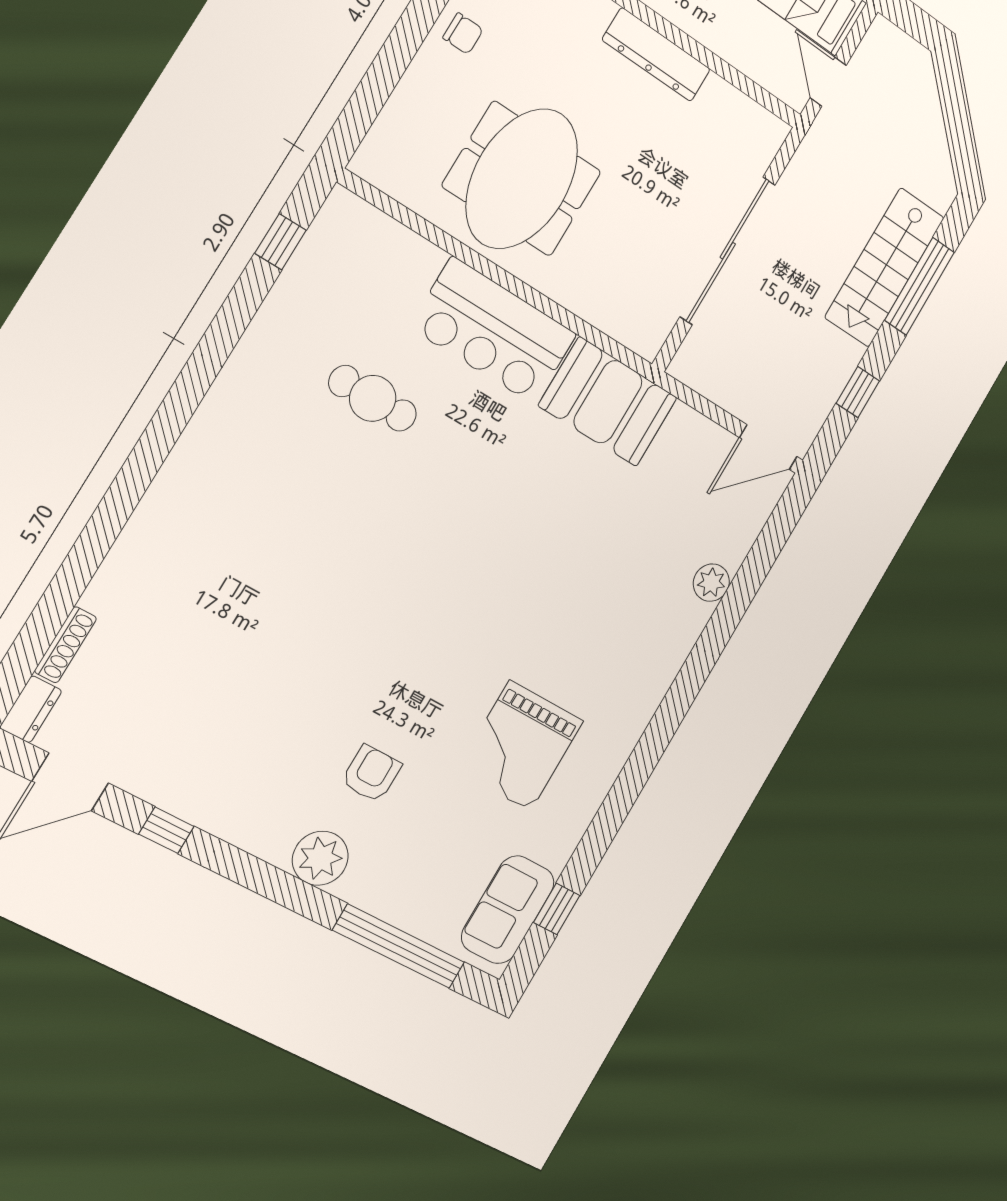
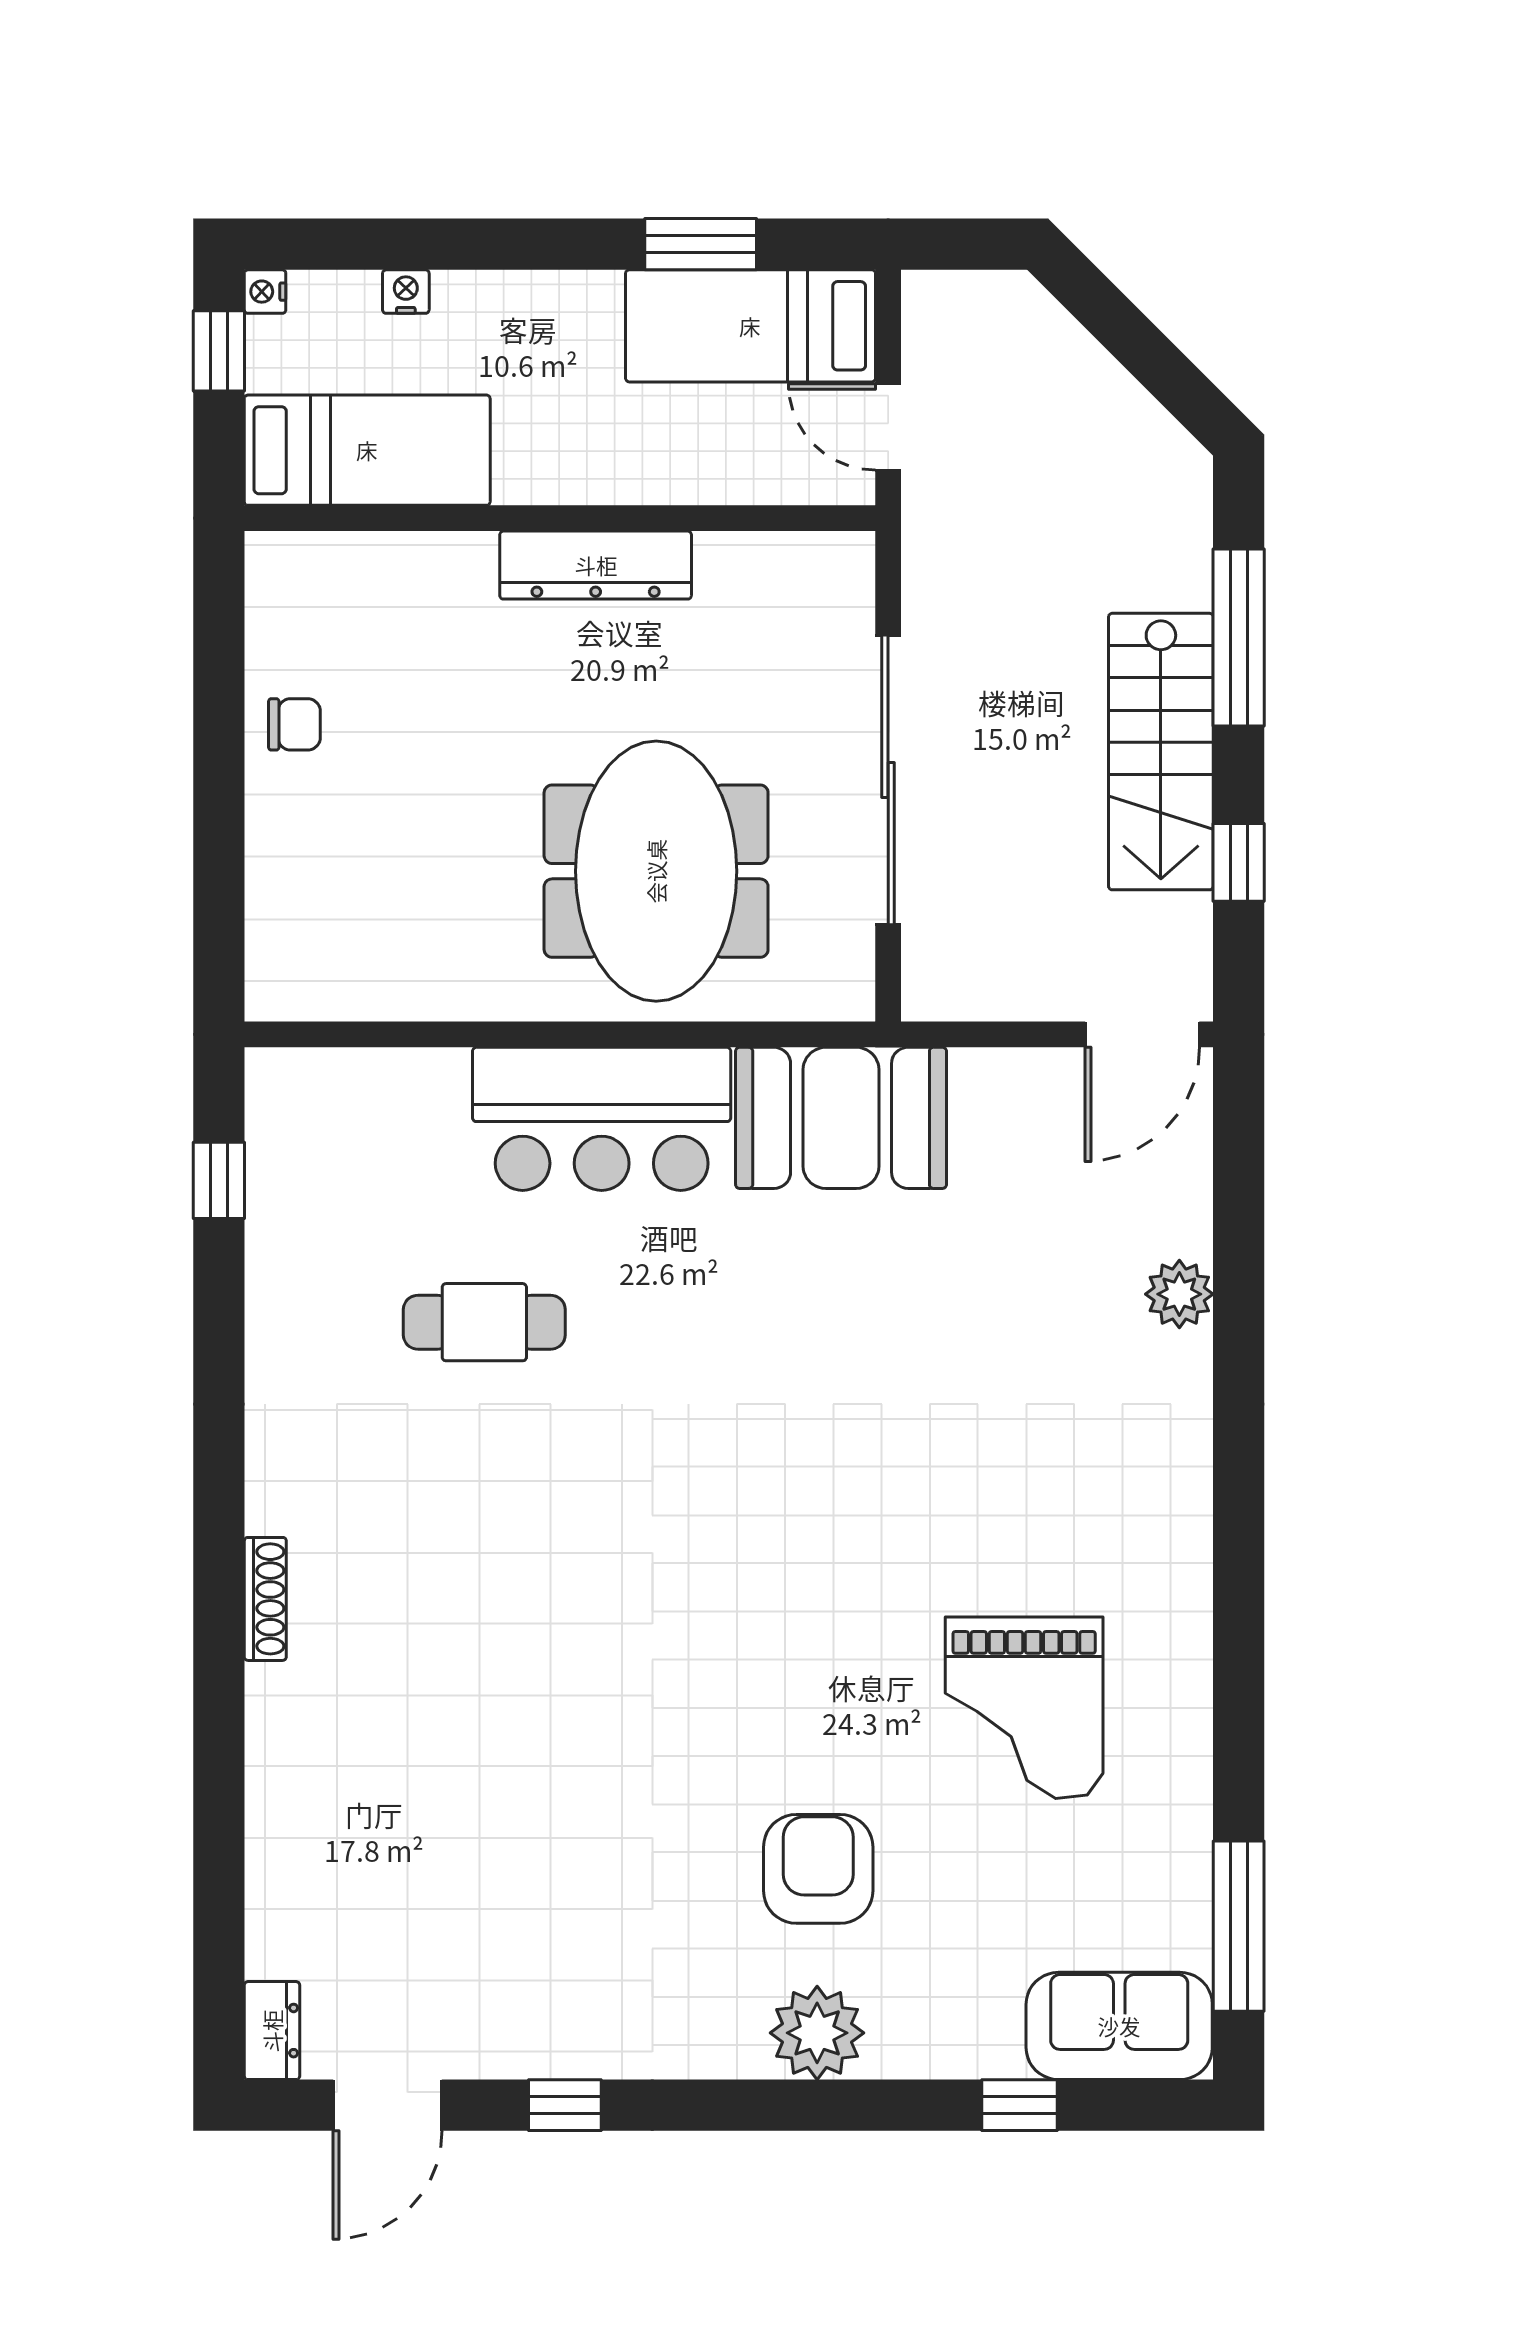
meeting table: (522, 179) -> (656, 871), moved
stairs: (885, 267) -> (1161, 752), moved
shoe rack: (66, 645) -> (265, 1599), moved
armchair: (371, 774) -> (818, 1869), width x1.38, depth x1.38
window: (557, 909) -> (1239, 1926), width x2.17
sofa: (508, 910) -> (1119, 2026), moved, turned 90
window: (399, 946) -> (1019, 2105), width x0.32

